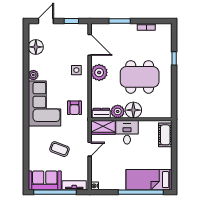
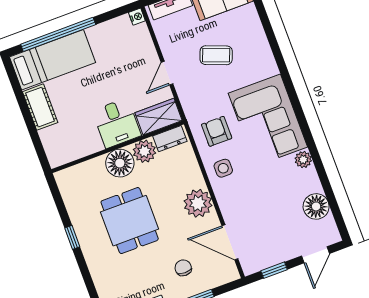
chair: (120, 41) -> (183, 268), added
window: (174, 58) -> (72, 237), moved
side table: (76, 70) -> (223, 168), moved
dining table: (140, 77) -> (130, 221), width x0.73
cot: (165, 135) -> (40, 107), moved

